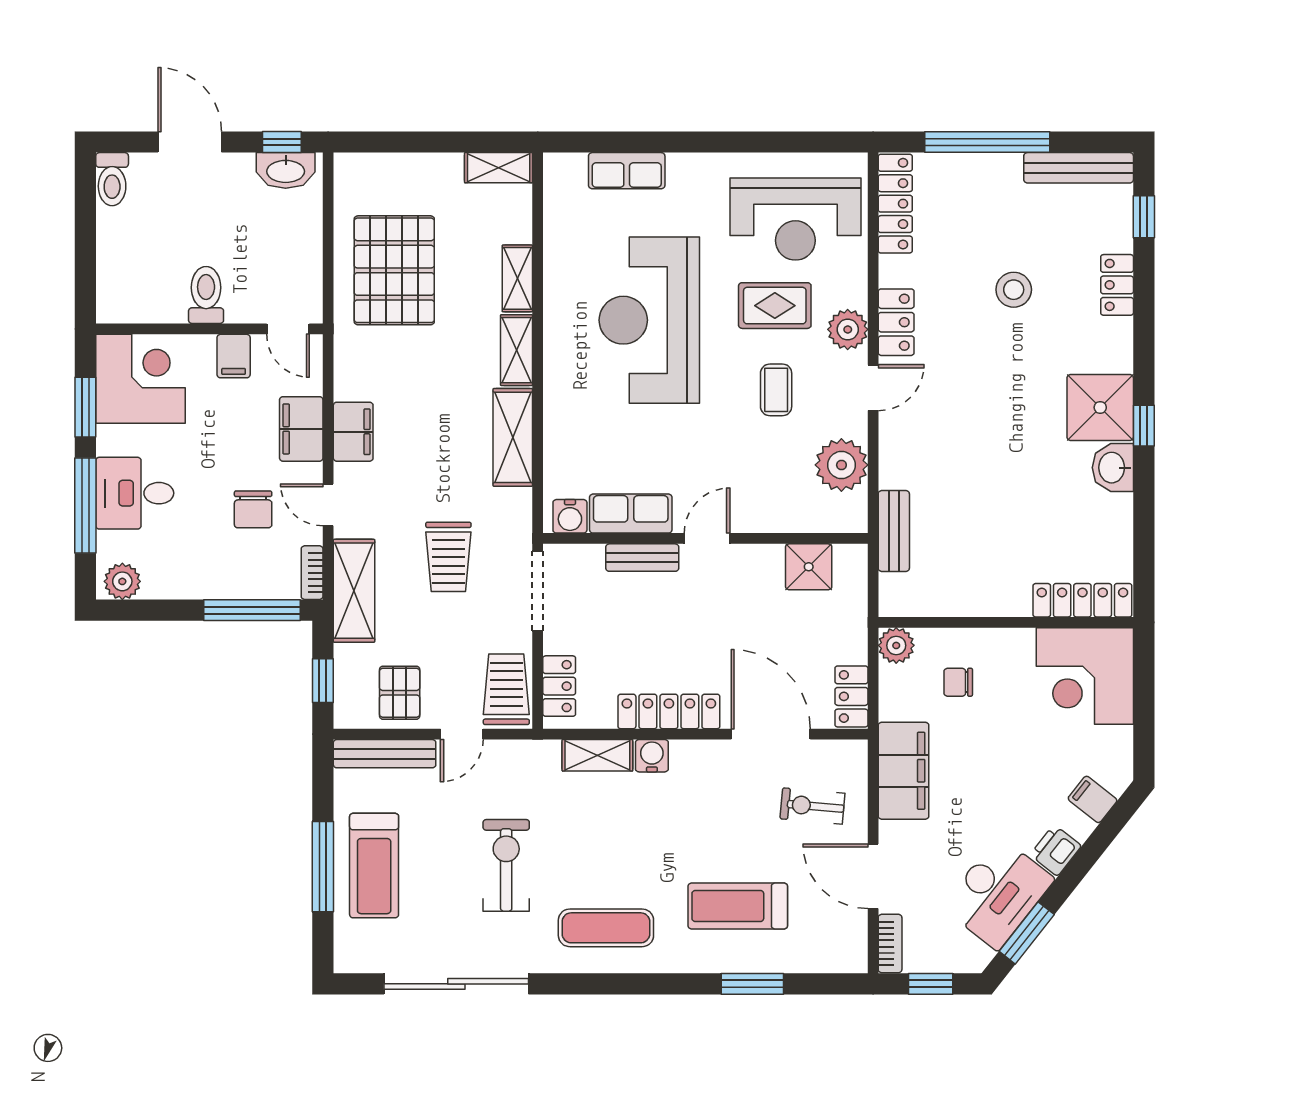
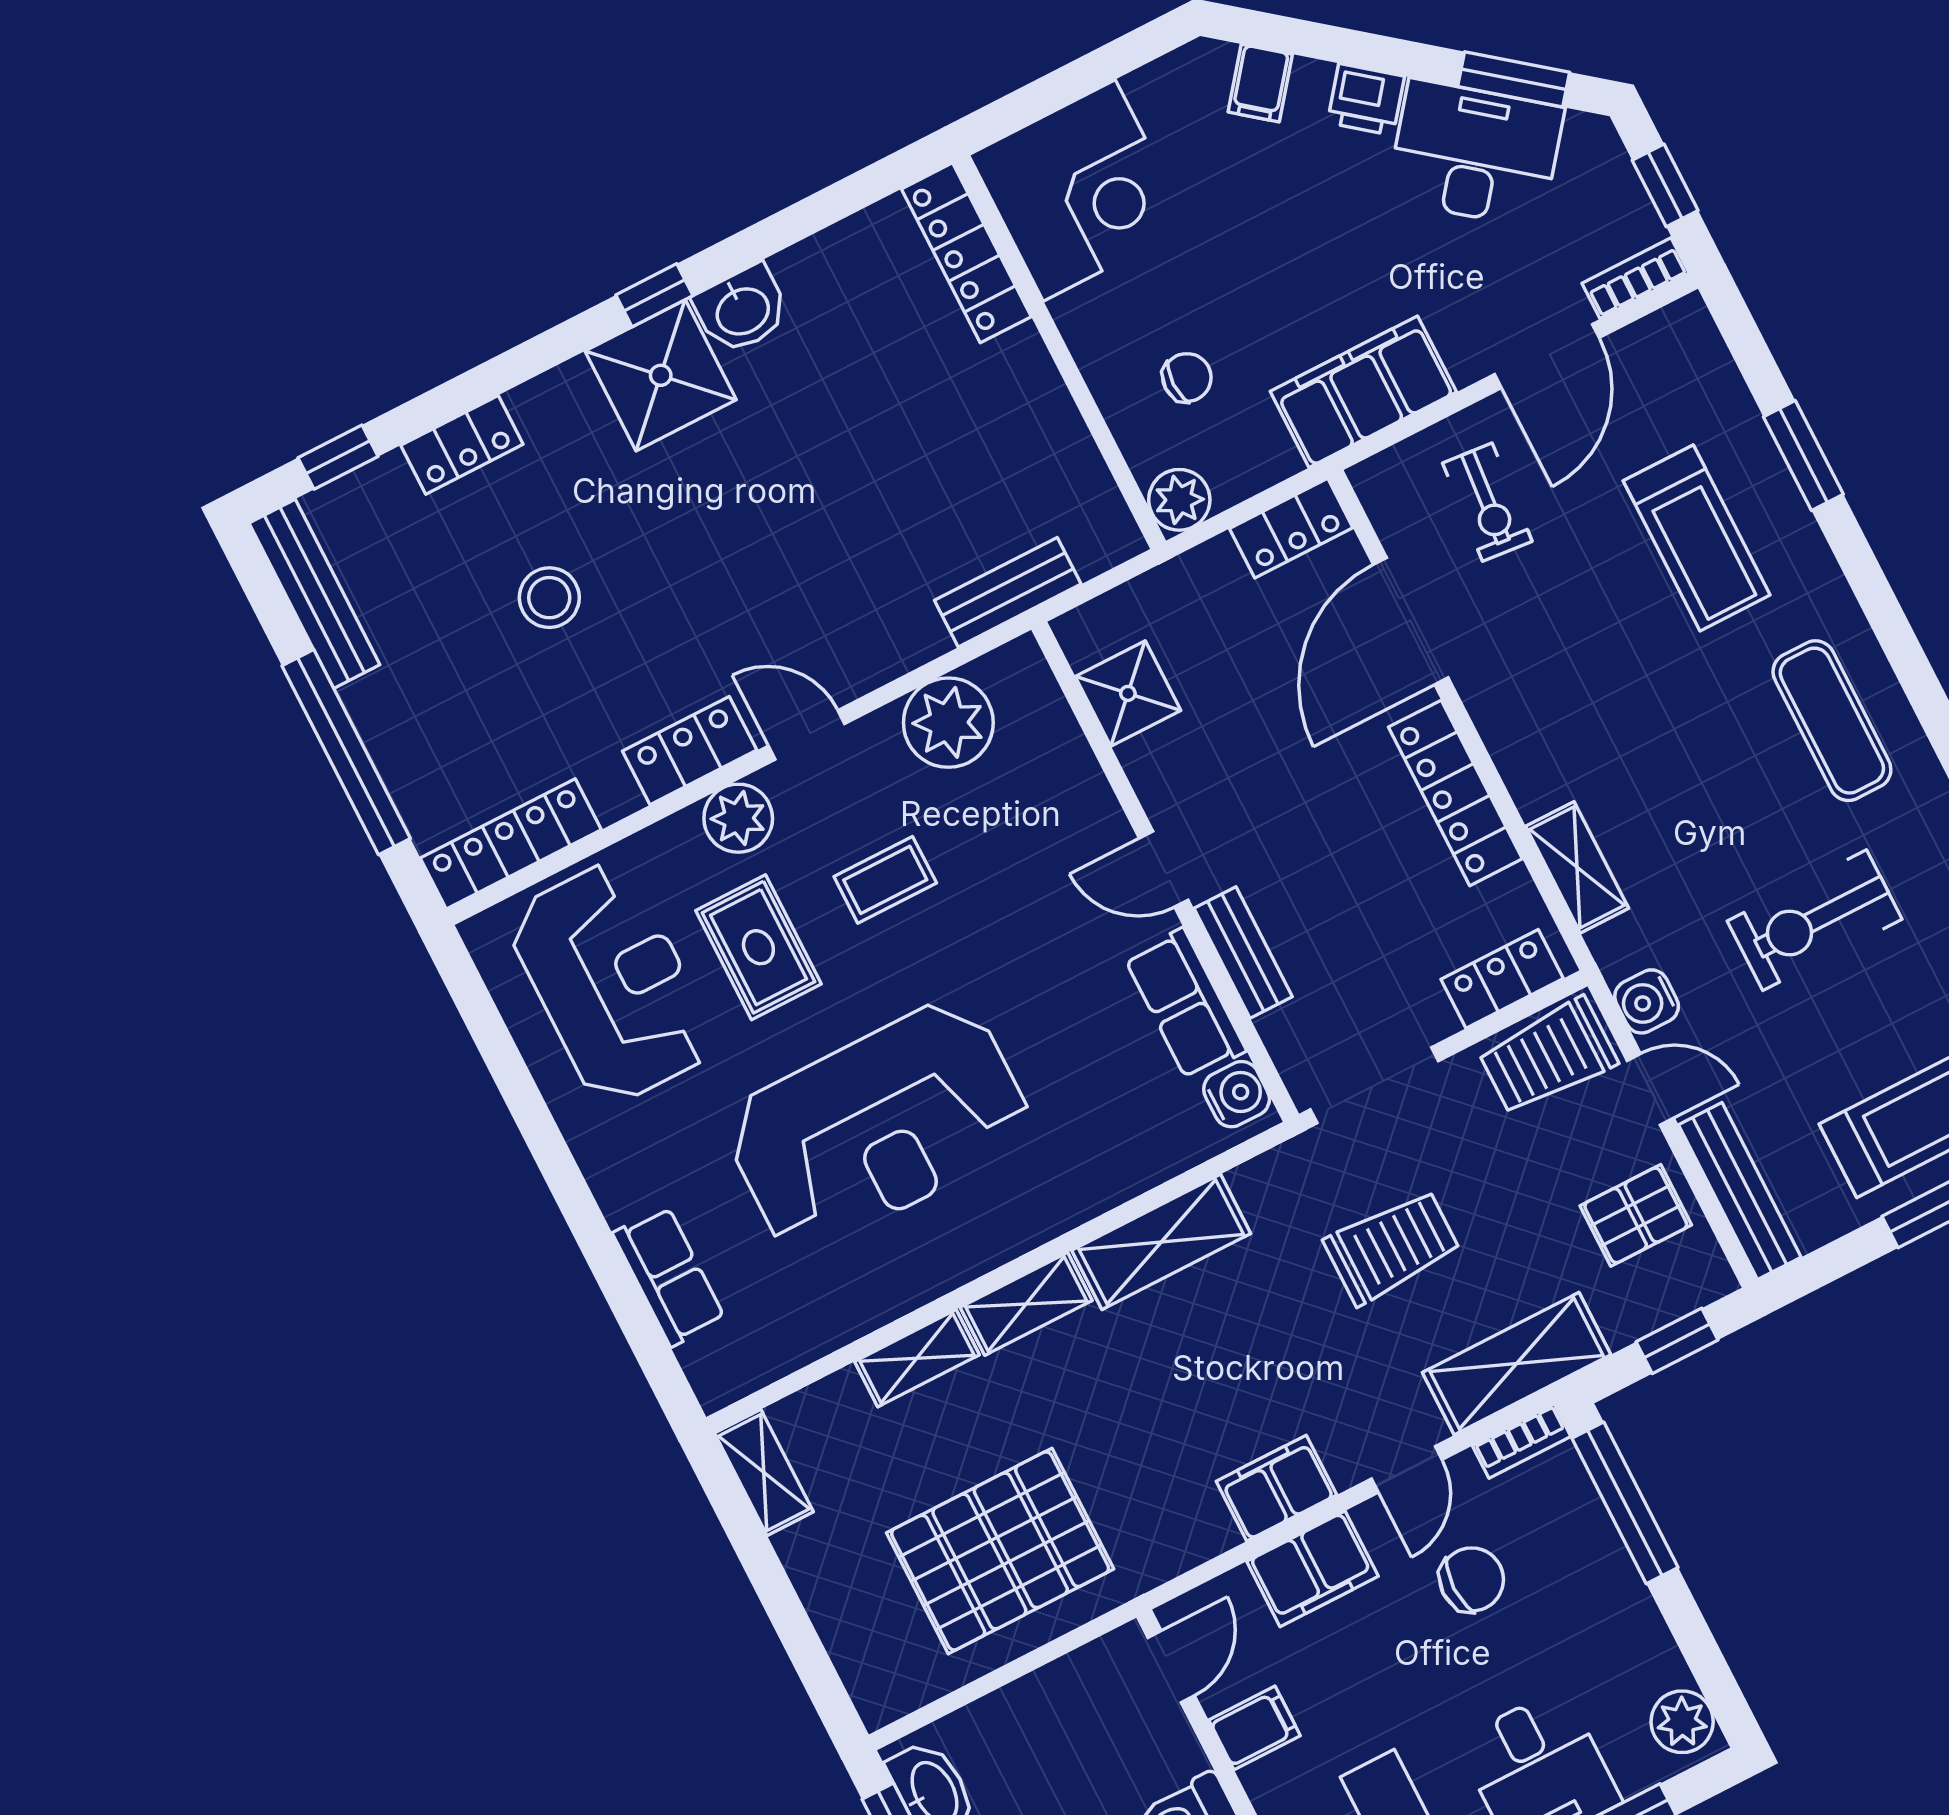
chair: (958, 682) -> (1187, 378), turned -90
water cooler: (652, 756) -> (1647, 1001), moved

